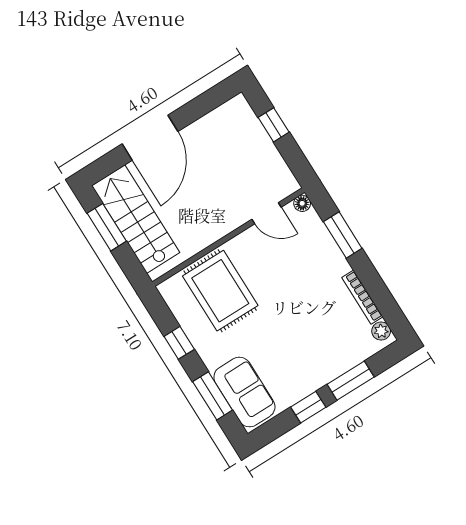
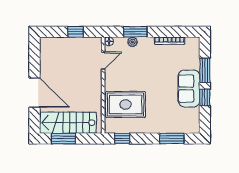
window: (274, 125) -> (76, 32), moved
plant: (381, 331) -> (132, 42), moved
window: (179, 343) -> (122, 138), moved
sofa: (244, 392) -> (189, 88), moved, turned -90

